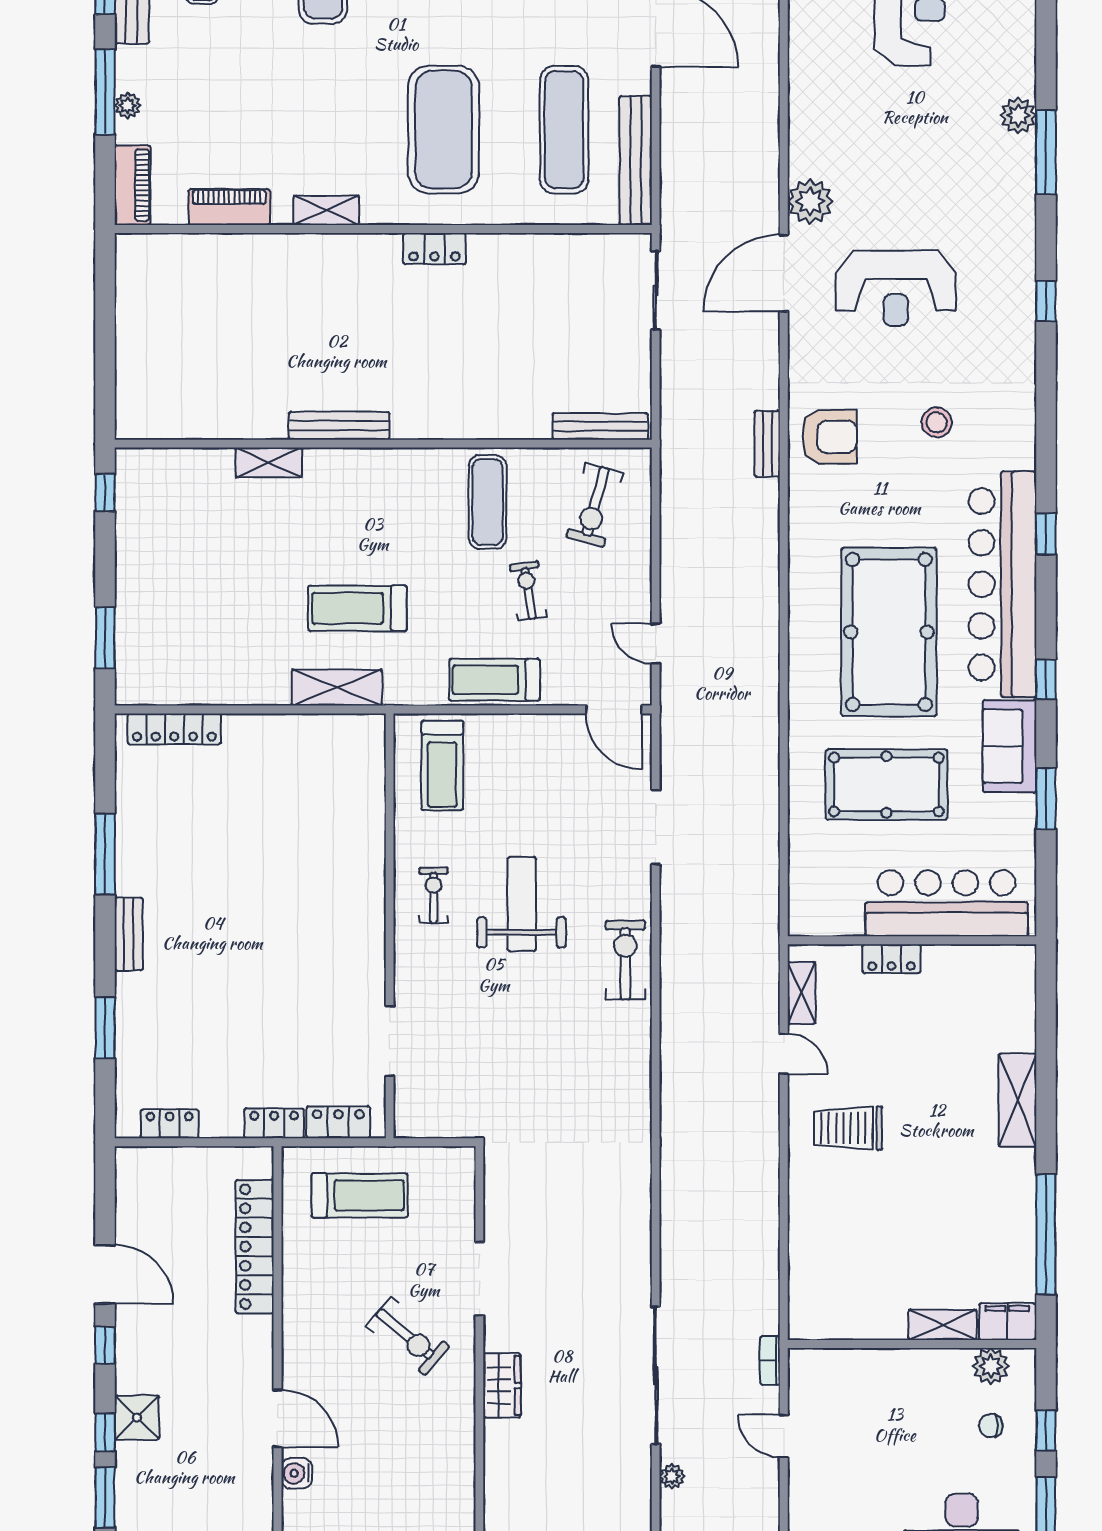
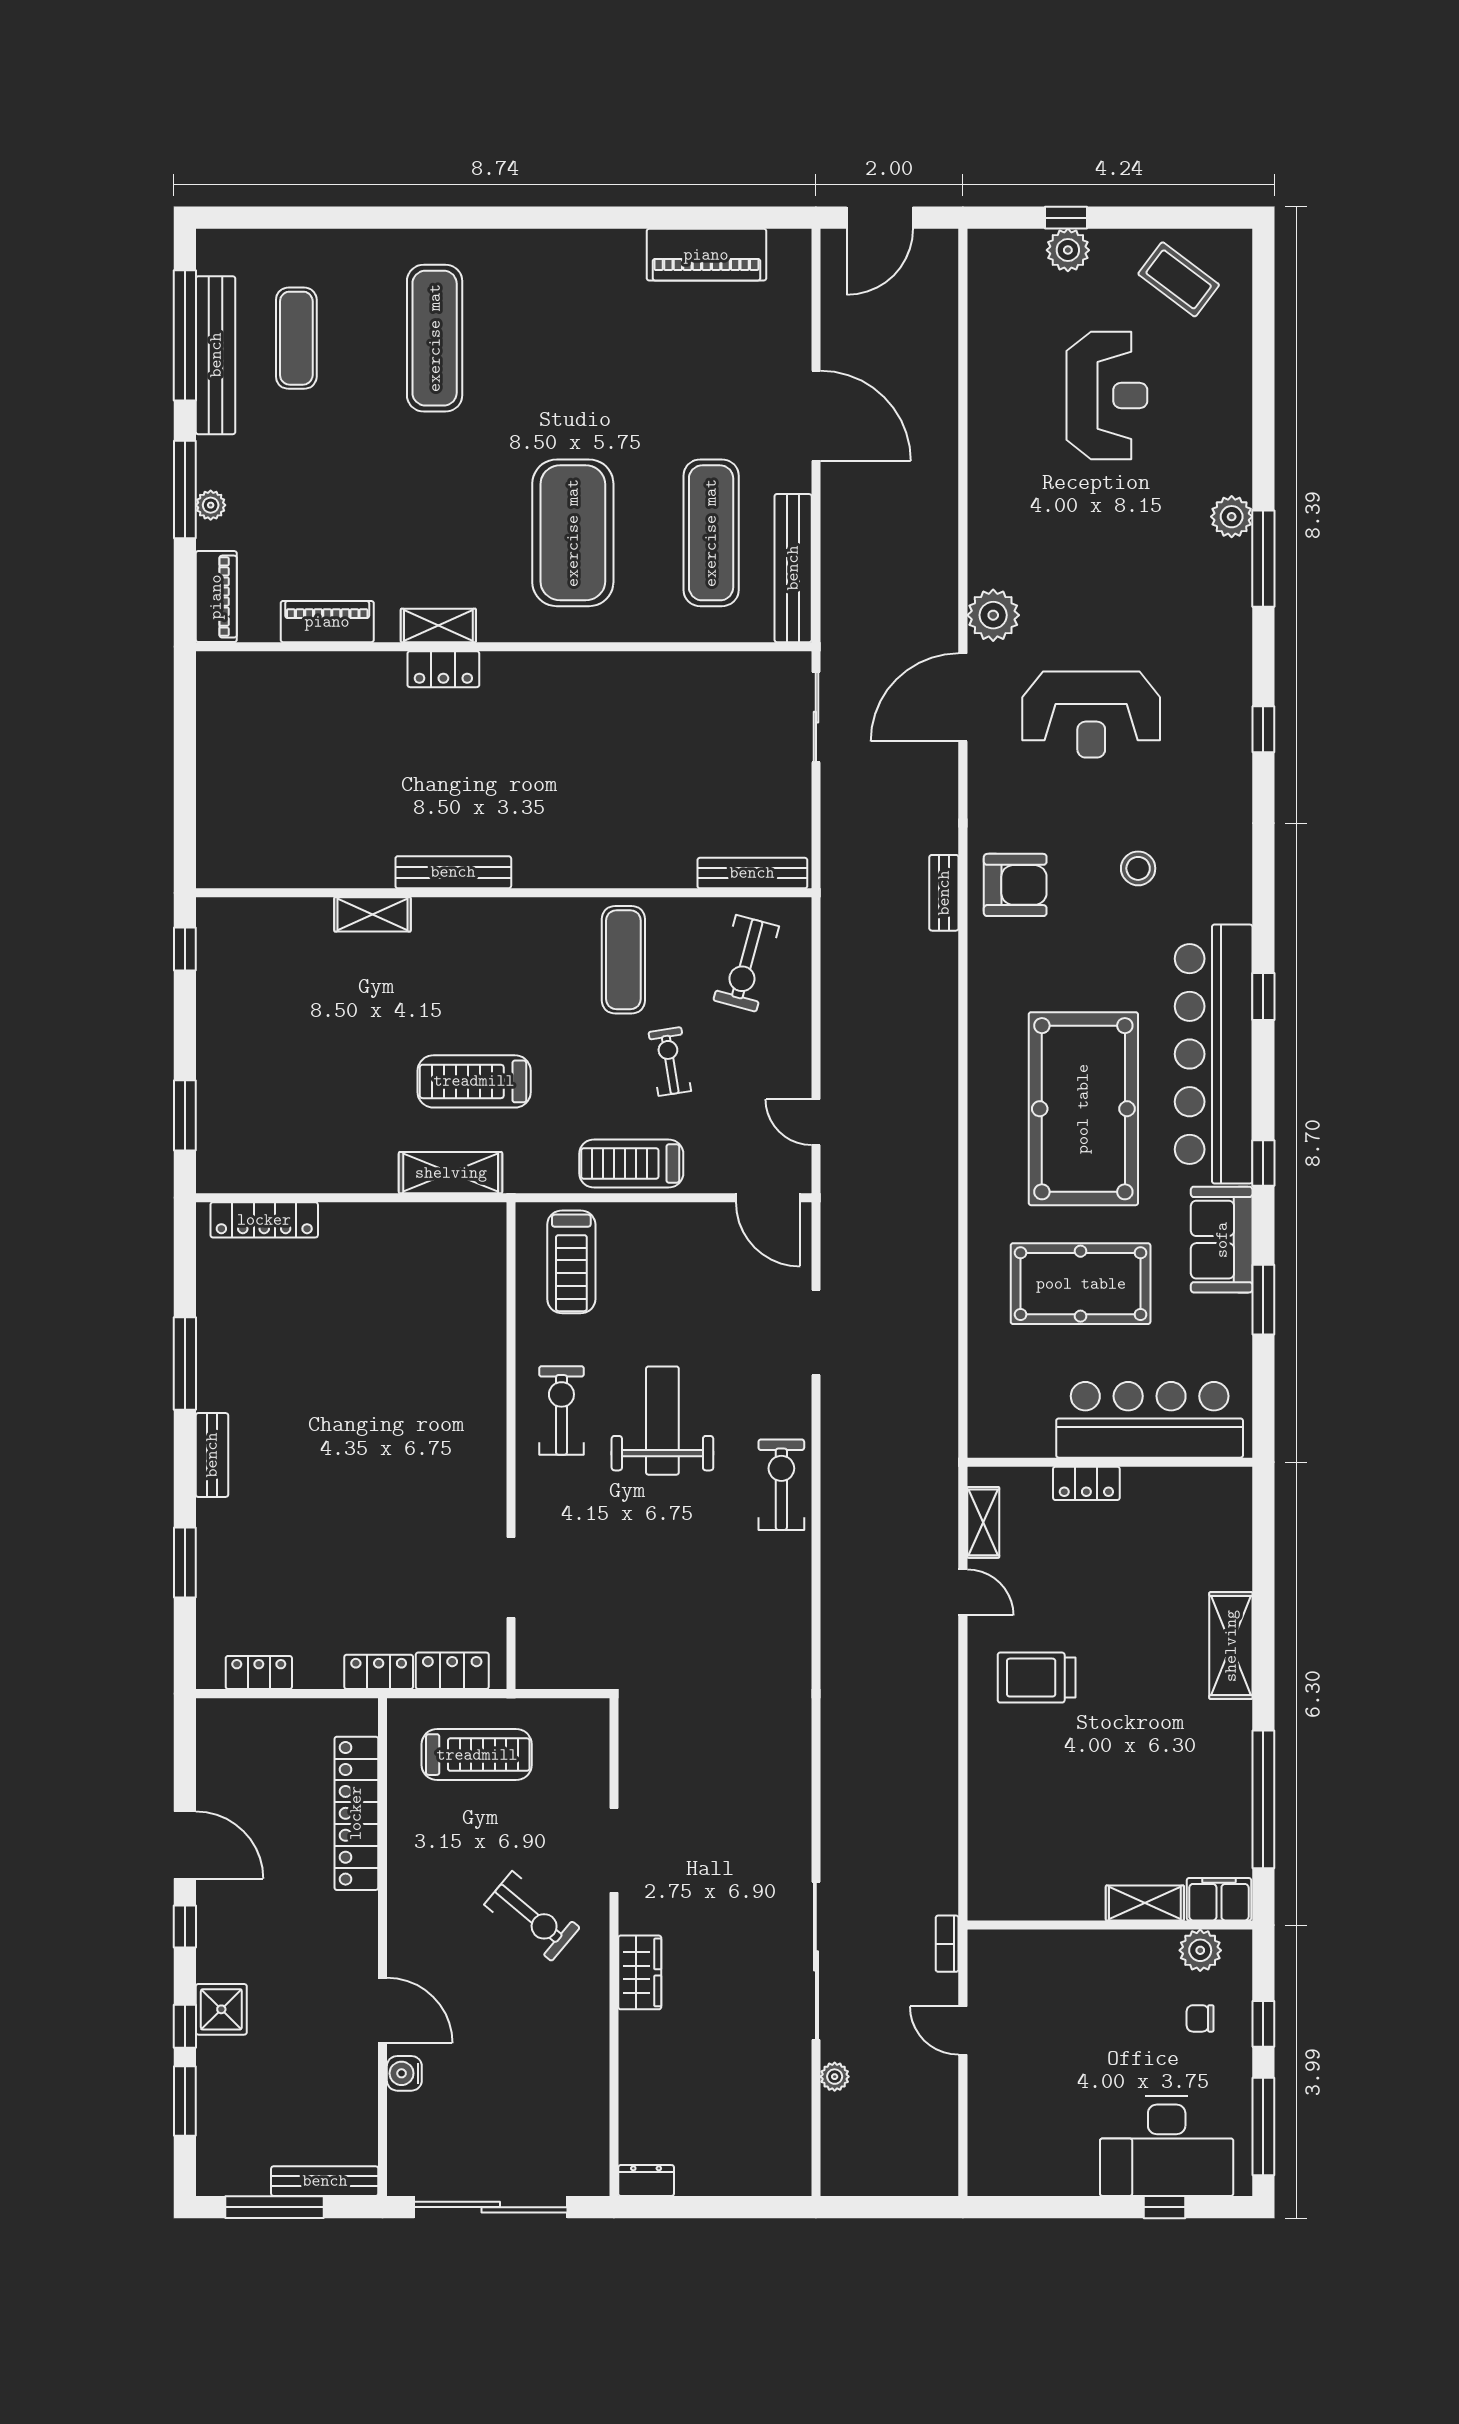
locker: (434, 249) -> (443, 669), moved
exercise bike: (434, 895) -> (561, 1410), width x1.38, depth x1.39

